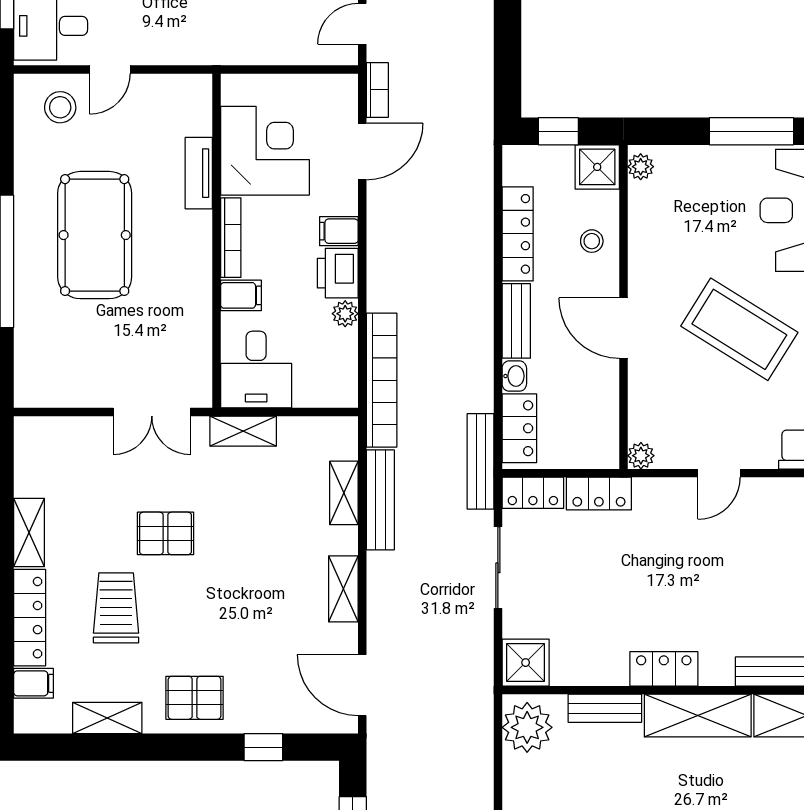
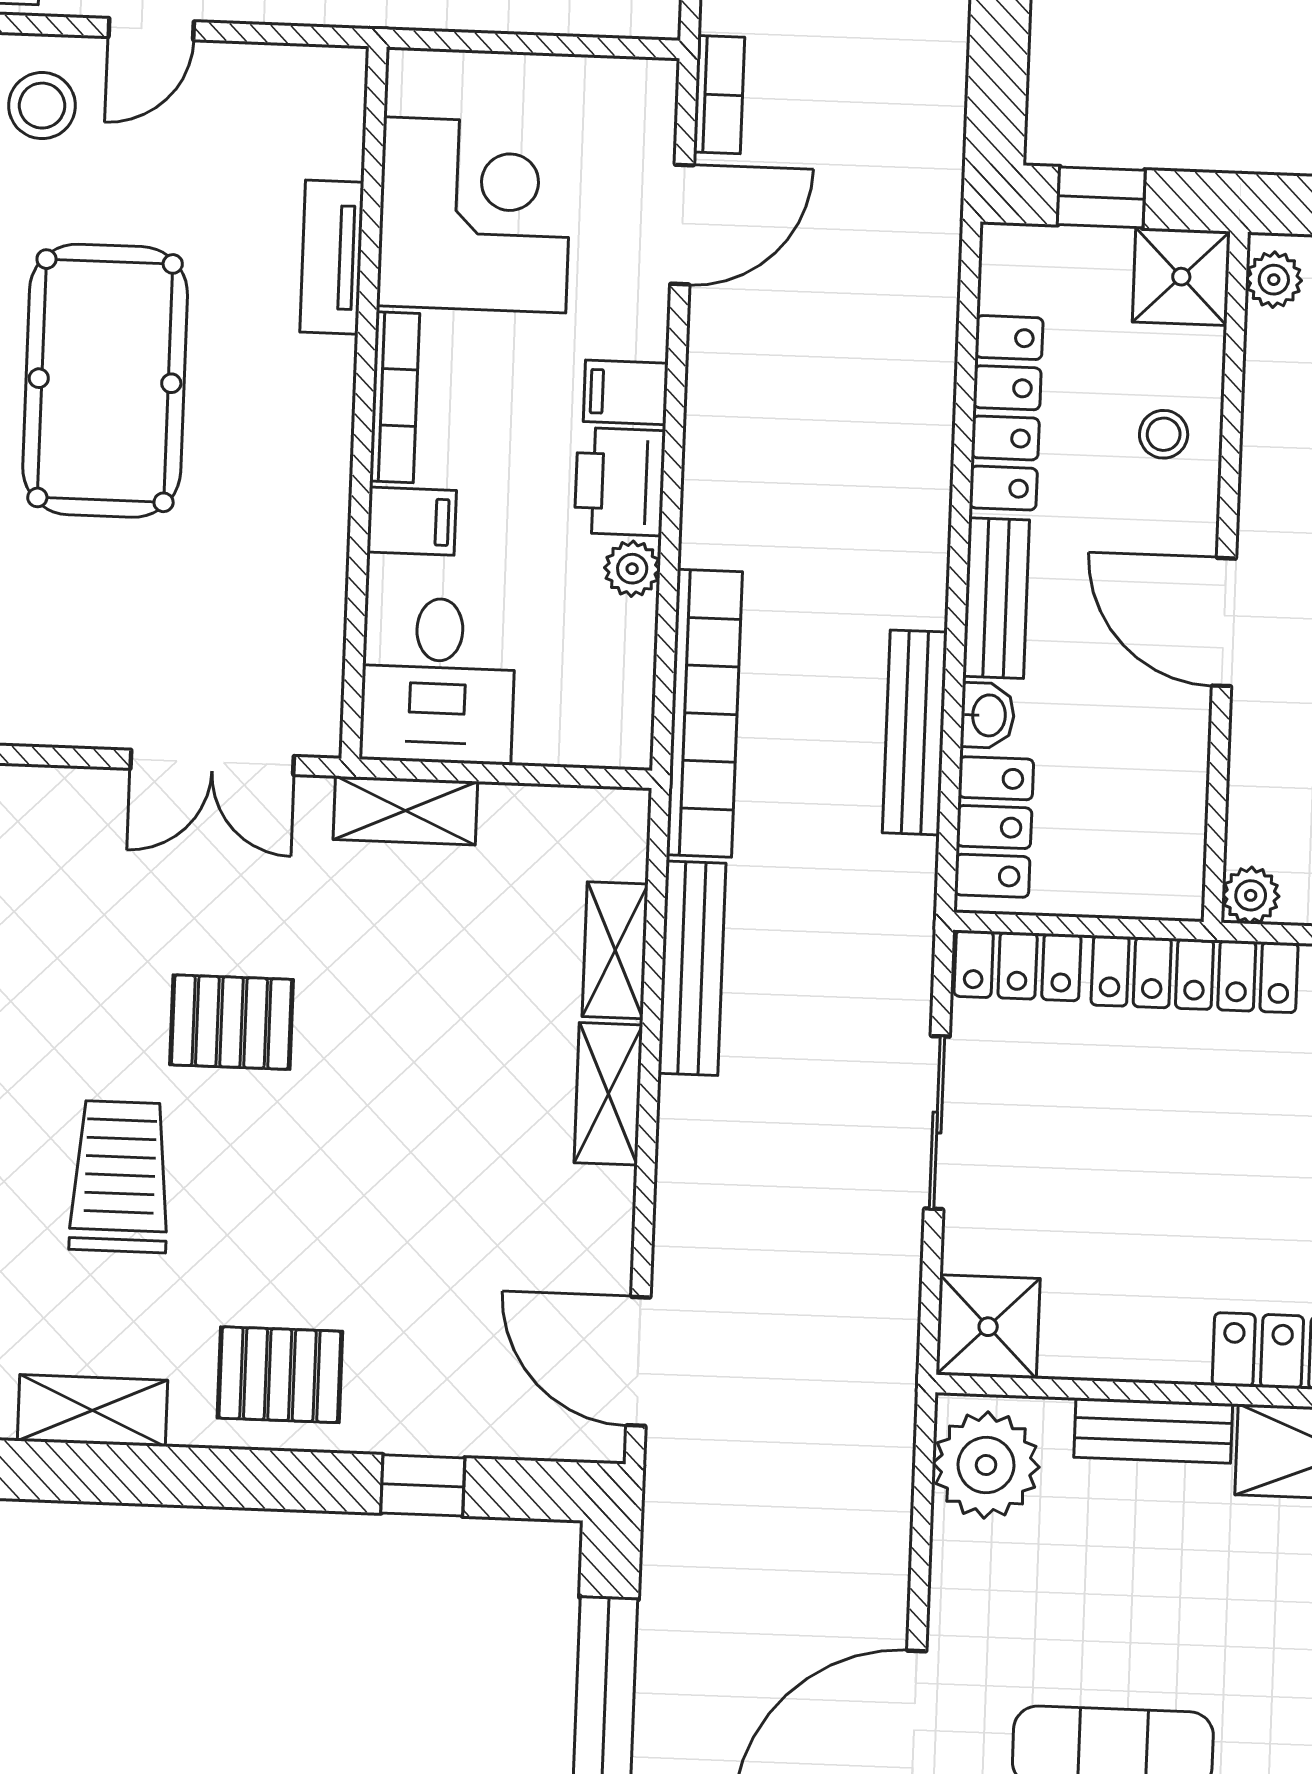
bench: (481, 461) -> (915, 732), moved
locker: (599, 494) -> (1195, 974), width x1.53
shelving: (343, 589) -> (608, 1094), moved

